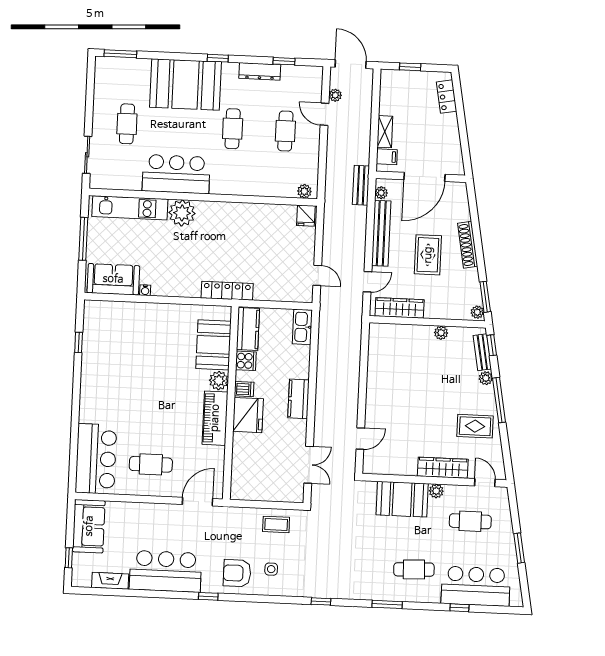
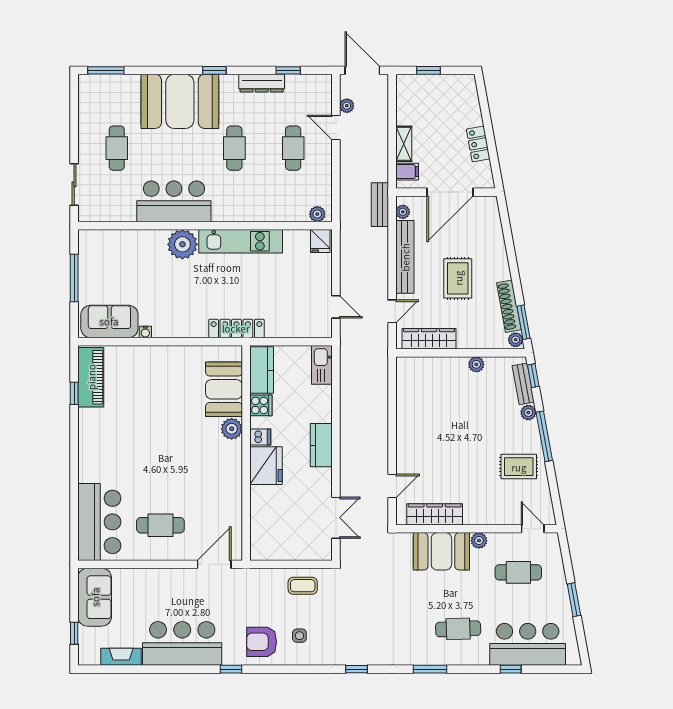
locker: (447, 97) -> (478, 144), moved
kitchen unit: (130, 208) -> (241, 241), moved
shoe rack: (468, 245) -> (509, 306), moved
piano: (215, 418) -> (91, 377), moved, turned 180
wardrobe: (443, 468) -> (435, 514), moved

